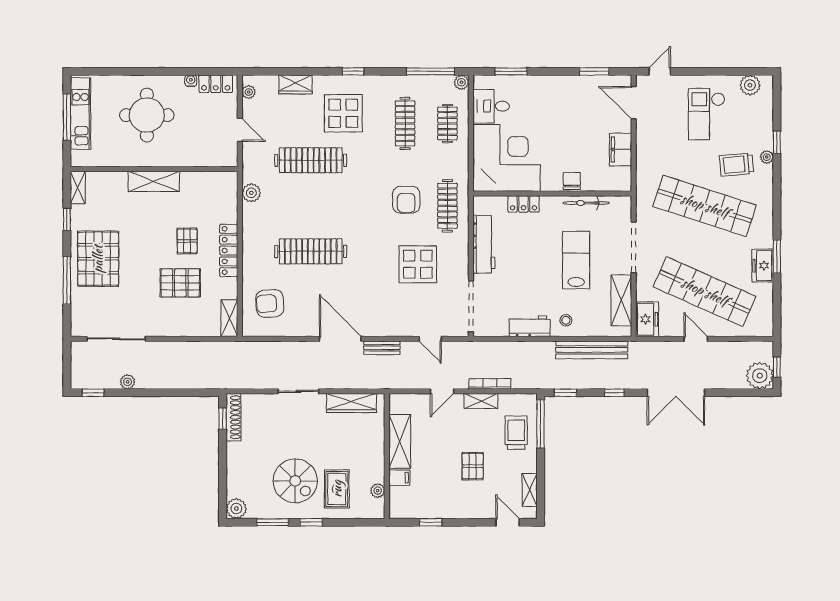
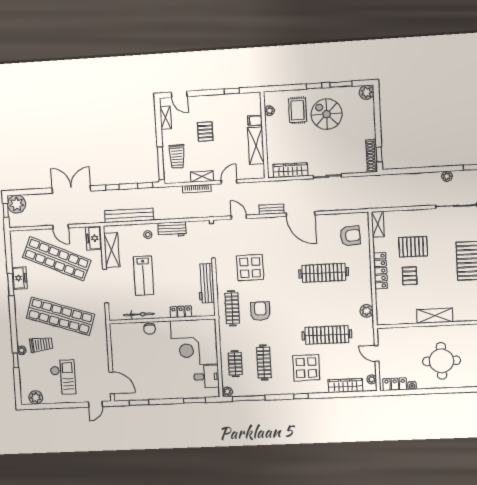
wardrobe: (295, 84) -> (346, 386), width x1.50
filing cabinet: (621, 149) -> (118, 351), removed

